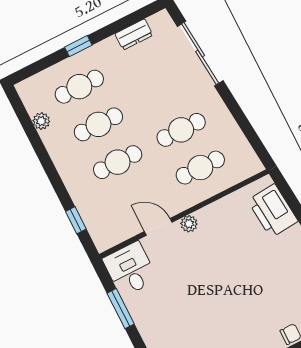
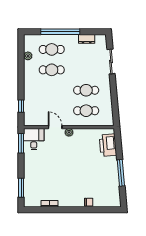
window: (78, 46) -> (60, 32), width x3.17
sliding door: (200, 53) -> (111, 62), width x0.73
cafe table: (118, 162) -> (52, 90), removed
window: (121, 309) -> (21, 143), moved

